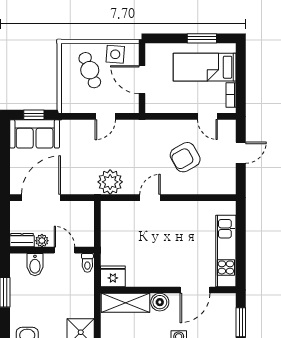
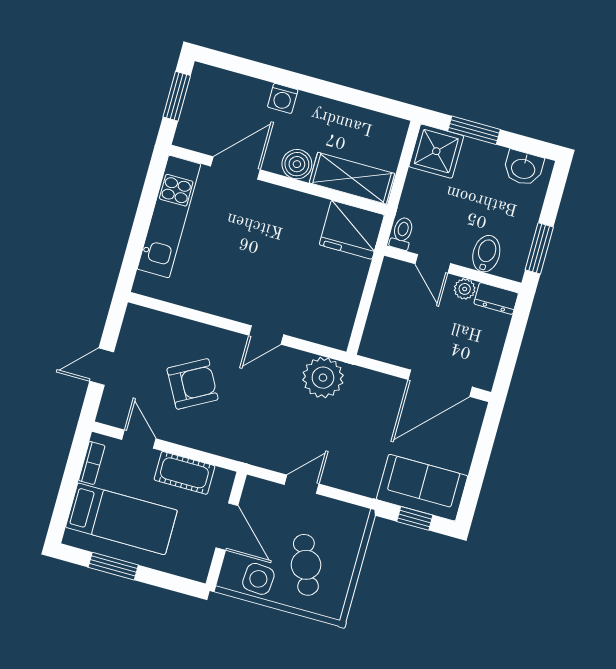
cot: (175, 104) -> (184, 473), added
dresser: (22, 240) -> (496, 298), moved
plant: (42, 241) -> (465, 289), moved
wall: (52, 250) -> (453, 269), moved
door: (65, 250) -> (433, 264), moved
toilet: (87, 263) -> (402, 233), moved
bidet: (35, 265) -> (486, 254), moved
fridge: (113, 276) -> (352, 230), width x1.36, depth x1.34

